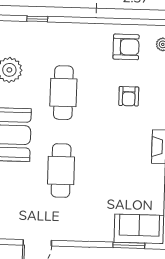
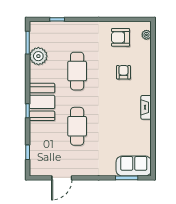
armchair: (126, 47) -> (121, 37), turned 180
armchair: (129, 96) -> (123, 72), turned 180

